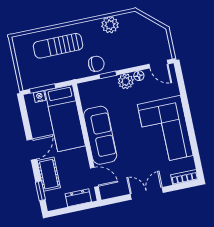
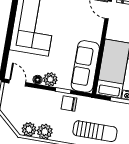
plant: (127, 21) -> (29, 129), added
sofa: (100, 135) -> (85, 66), moved

